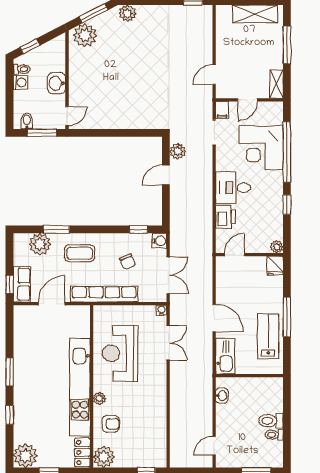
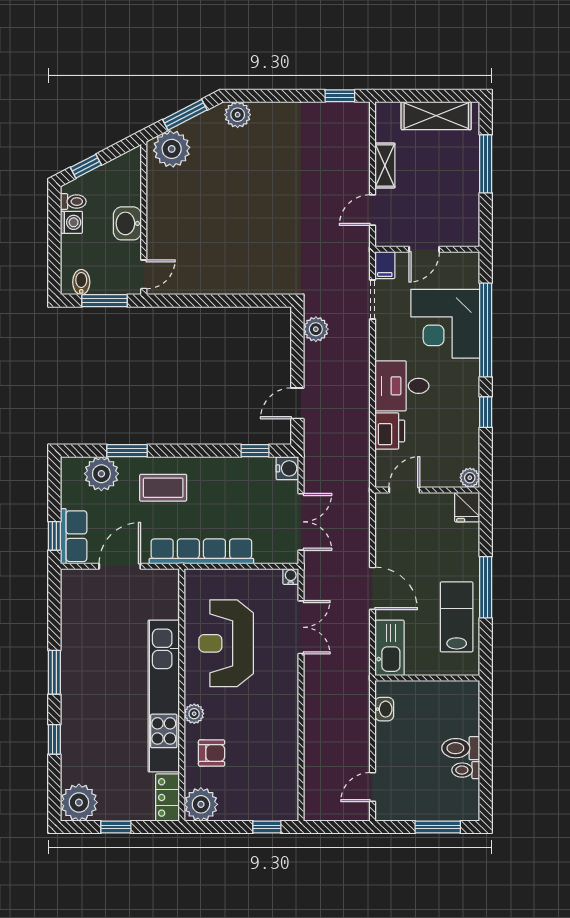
shelving: (277, 84) -> (385, 166), moved
door: (166, 175) -> (297, 403), moved
chair: (127, 262) -> (238, 501), removed

